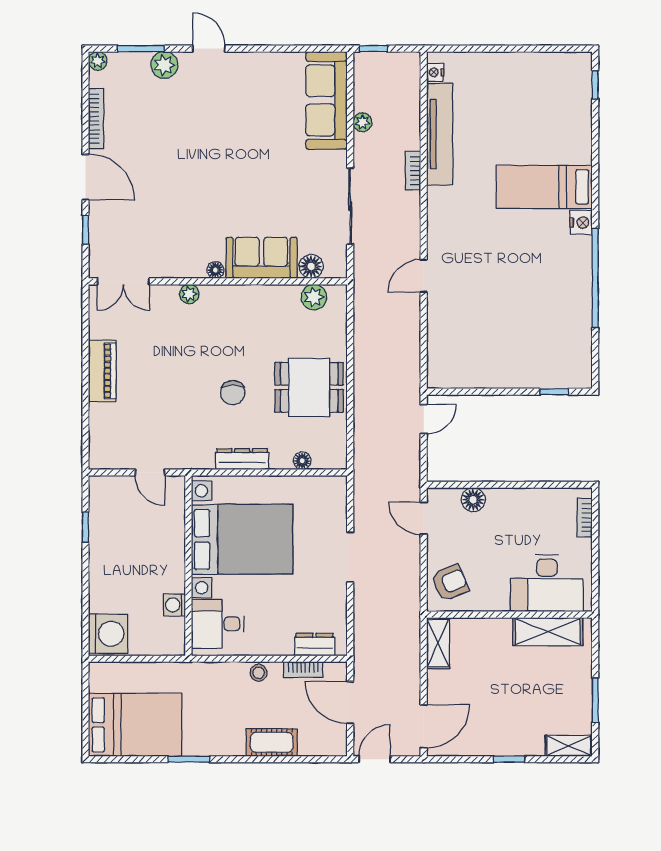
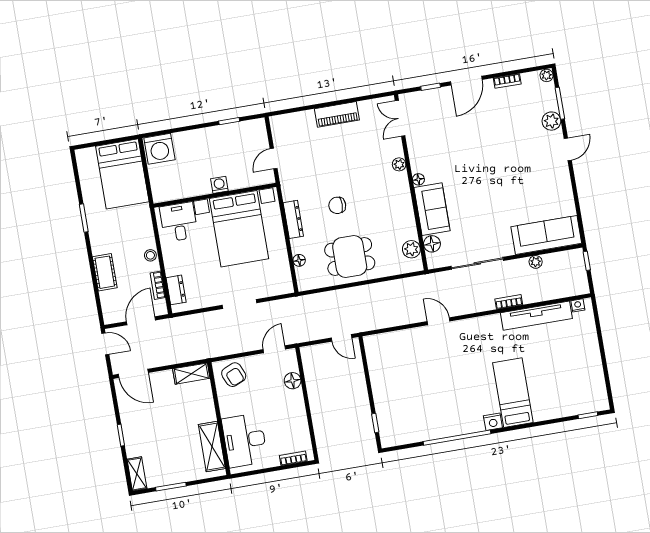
bookcase: (96, 119) -> (507, 81), width x0.64
dining table: (309, 387) -> (350, 256), turned 90
washing machine: (174, 605) -> (219, 185), moved
bed: (135, 725) -> (122, 174), moved

